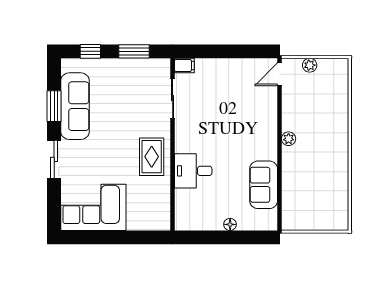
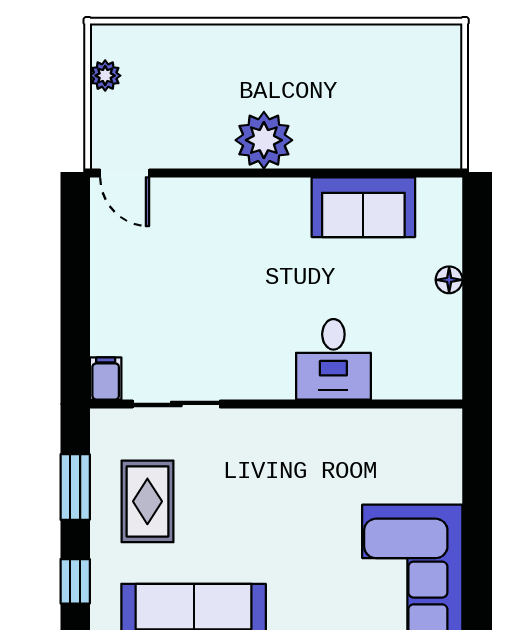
plant: (310, 65) -> (105, 76), moved
plant: (289, 139) -> (264, 140), width x1.88, depth x1.88
rug: (152, 157) -> (147, 501), moved, turned 90

